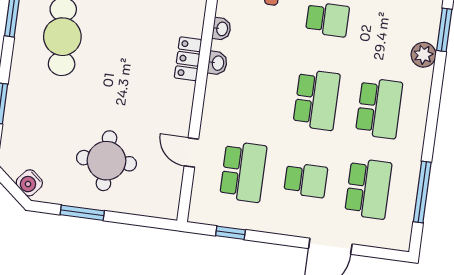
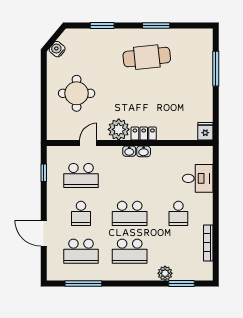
washbasin: (222, 29) -> (129, 151), moved
plant: (176, 99) -> (119, 129), added
window: (82, 213) -> (44, 83), removed

